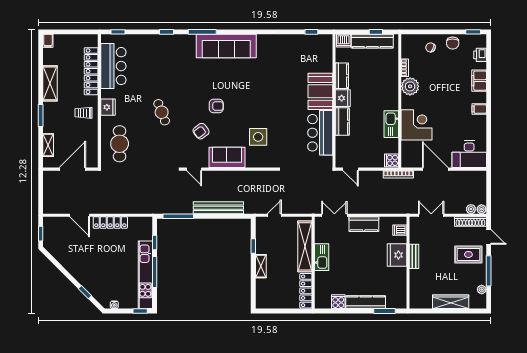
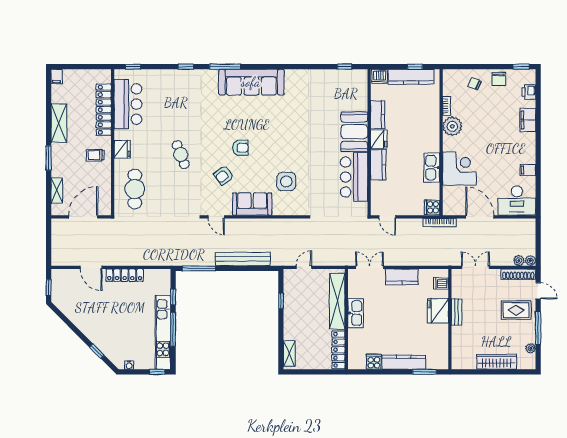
filing cabinet: (479, 109) -> (528, 170), moved
shelving: (261, 266) -> (289, 354), moved

